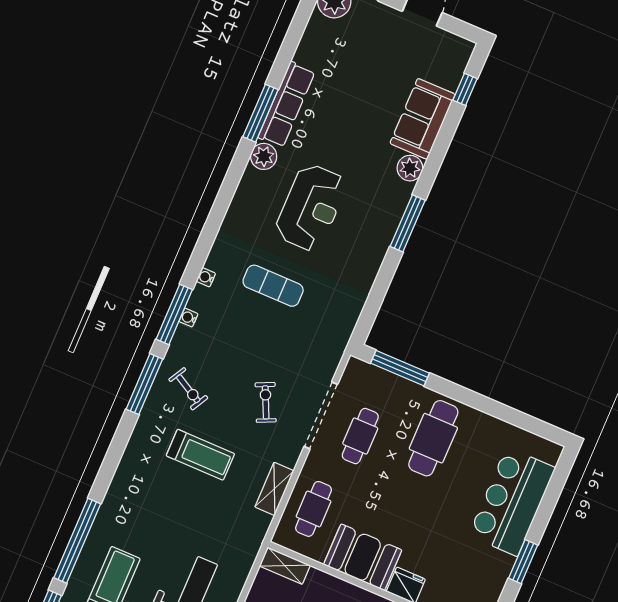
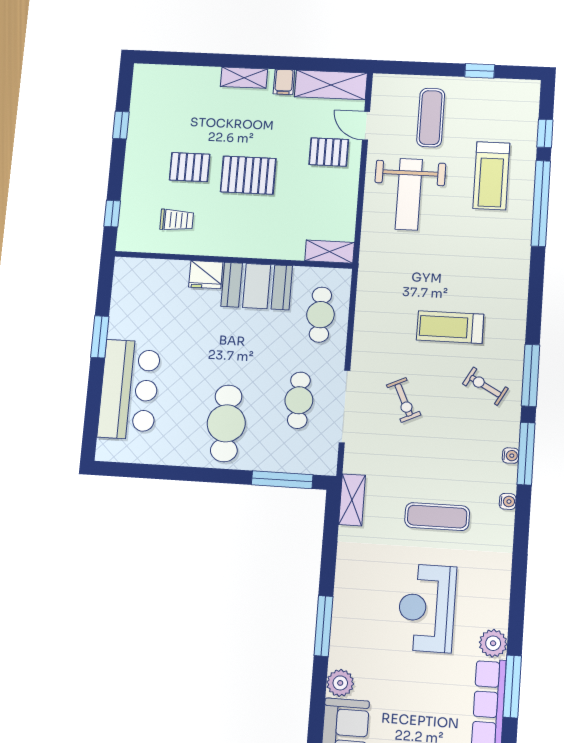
shelving: (274, 489) -> (352, 500), moved

